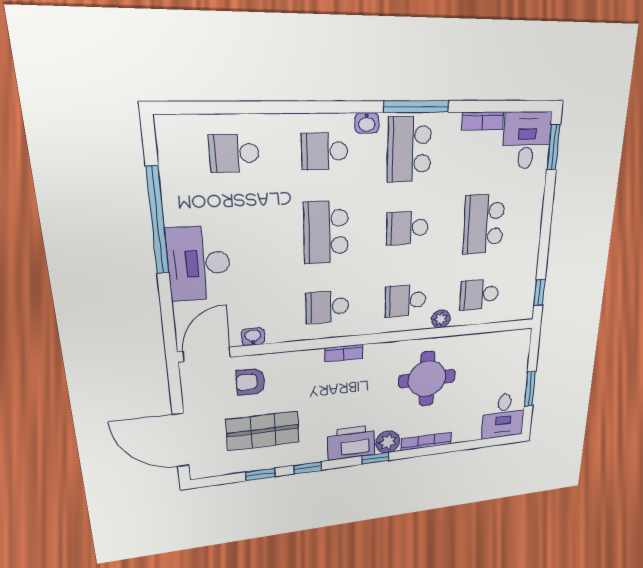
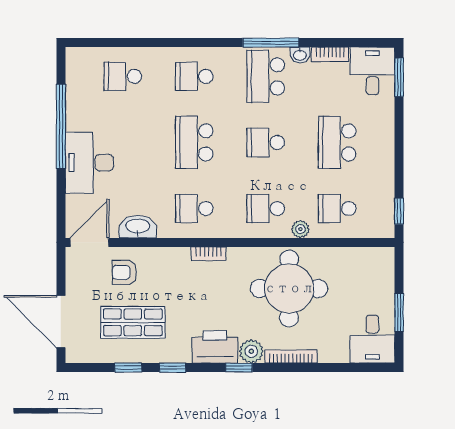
washbasin: (367, 123) -> (300, 55), moved
washbasin: (253, 337) -> (138, 227), width x1.91, depth x1.45
round table: (427, 379) -> (289, 288), width x1.36, depth x1.36

